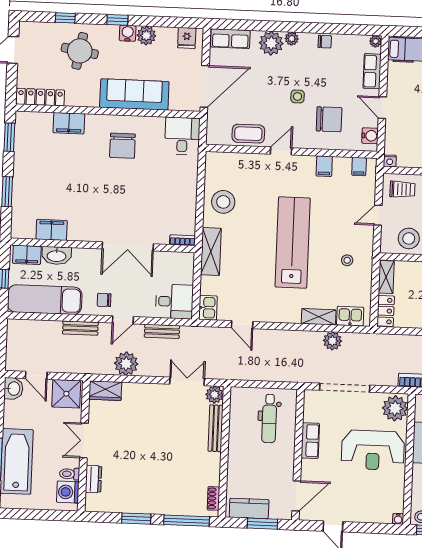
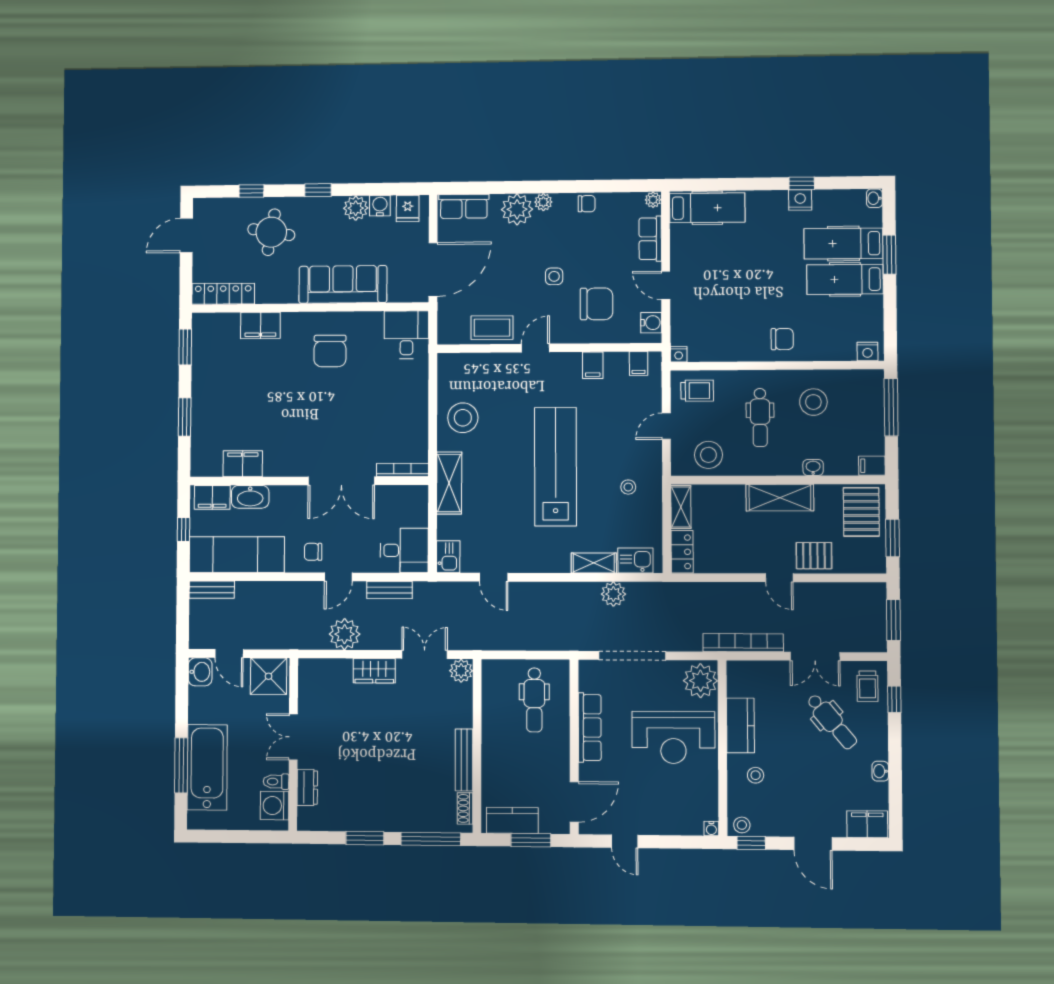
water cooler: (128, 33) -> (380, 206), moved
bookcase: (182, 240) -> (402, 470), width x1.56
bench: (80, 328) -> (212, 590), moved
wardrobe: (105, 391) -> (374, 671), moved
bench: (216, 428) -> (464, 760), moved
row of seats: (310, 441) -> (590, 727), width x1.48

